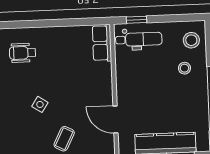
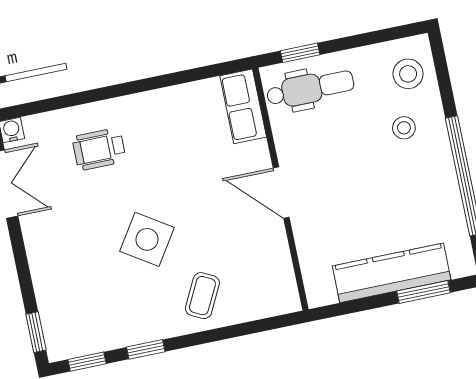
side table: (40, 104) -> (147, 239), width x1.87, depth x1.87
door: (116, 119) -> (281, 193), moved

